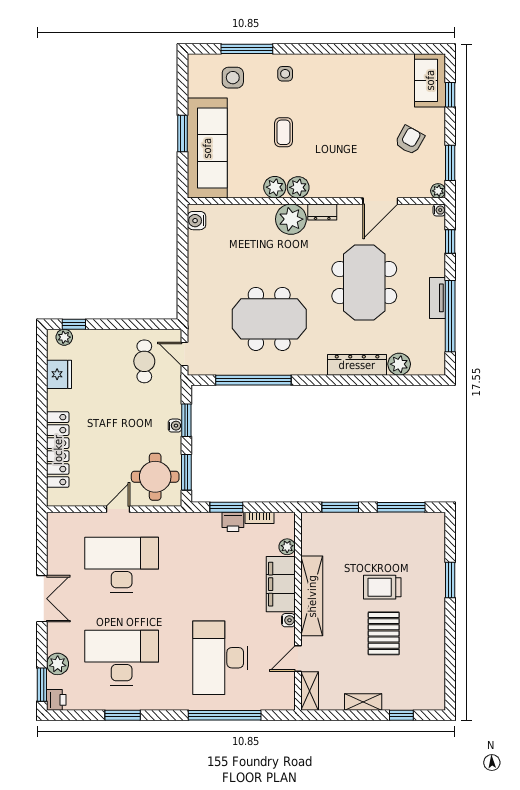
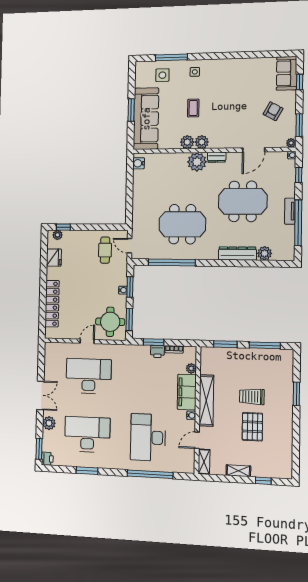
meeting table: (364, 283) -> (243, 201), turned 90
plant: (58, 664) -> (49, 423), moved

